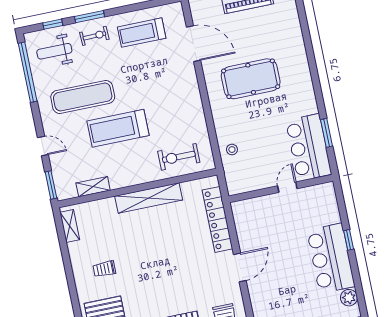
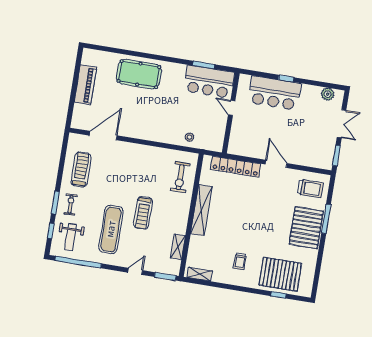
treadmill: (142, 33) -> (81, 170), turned 180
pool table: (251, 79) -> (139, 74), moved, turned 90
treadmill: (118, 128) -> (143, 213), width x0.73, depth x0.73
bar counter: (331, 258) -> (275, 93), moved

